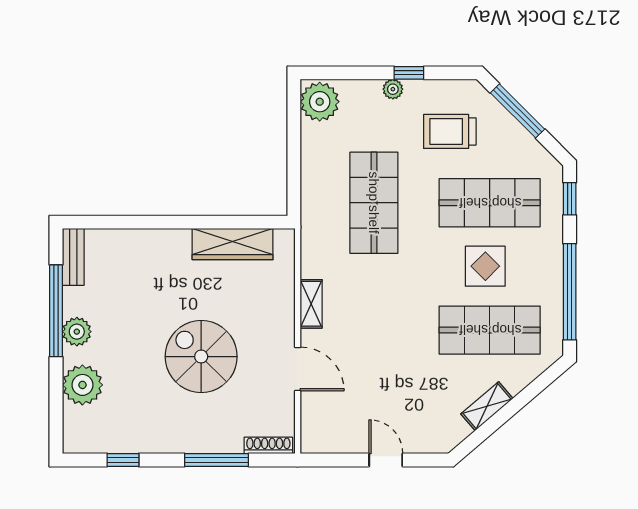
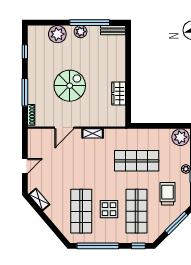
wardrobe: (233, 244) -> (119, 93), width x0.67
shelving: (487, 406) -> (39, 199), moved

